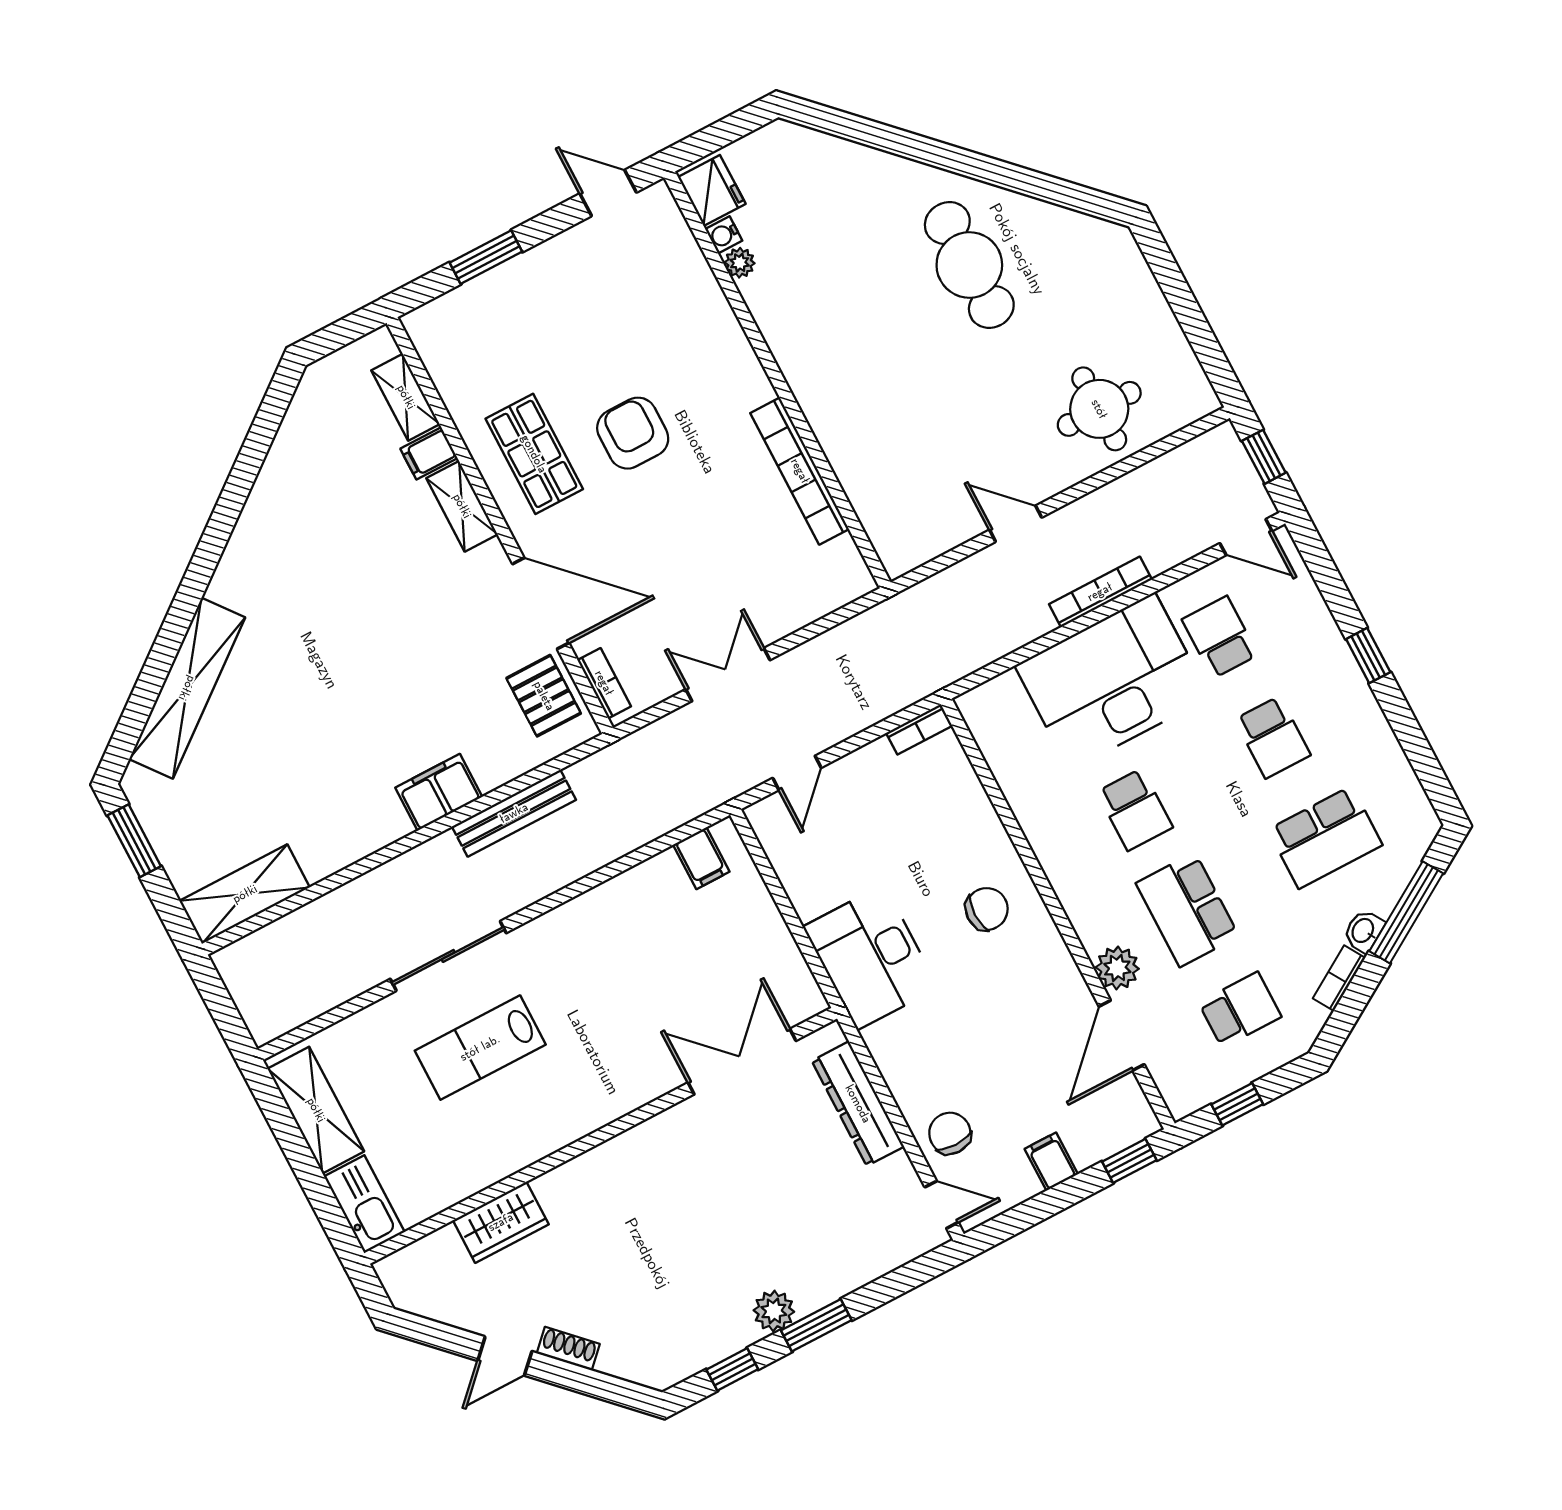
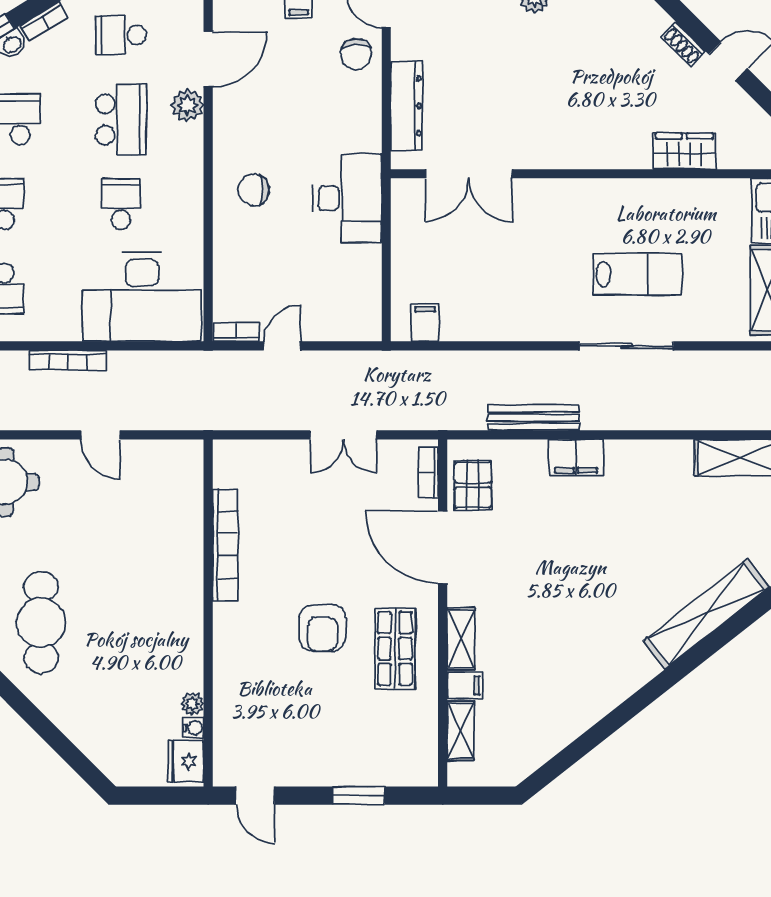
desk: (1112, 681) -> (142, 297), moved
door: (797, 773) -> (282, 346), moved

